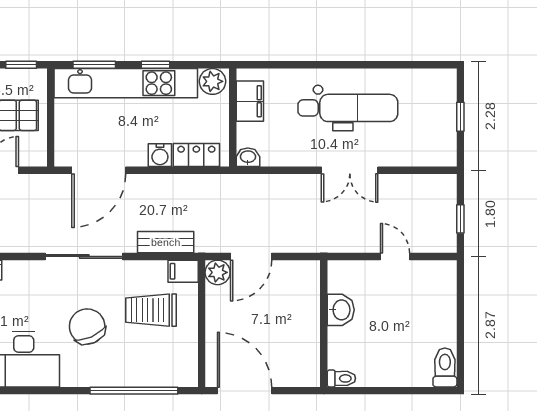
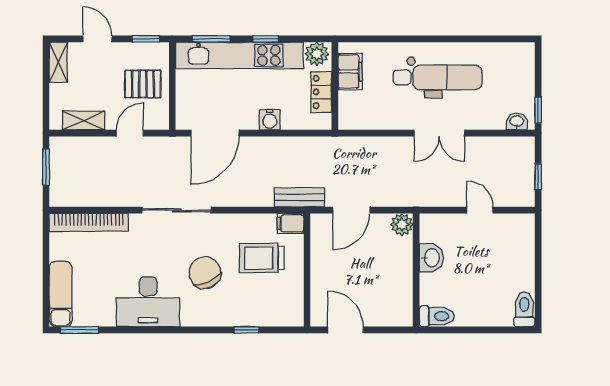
window: (460, 117) -> (538, 110), moved
locker: (196, 155) -> (321, 92), moved, turned -90
washbasin: (248, 157) -> (517, 121), moved
bench: (166, 242) -> (299, 197), moved
sliding door: (84, 256) -> (177, 210), moved
plant: (218, 272) -> (402, 224), moved
toilet: (341, 378) -> (437, 316), width x1.37, depth x1.39
window: (134, 391) -> (247, 330), width x0.32
door: (245, 391) -> (345, 330), width x0.73

